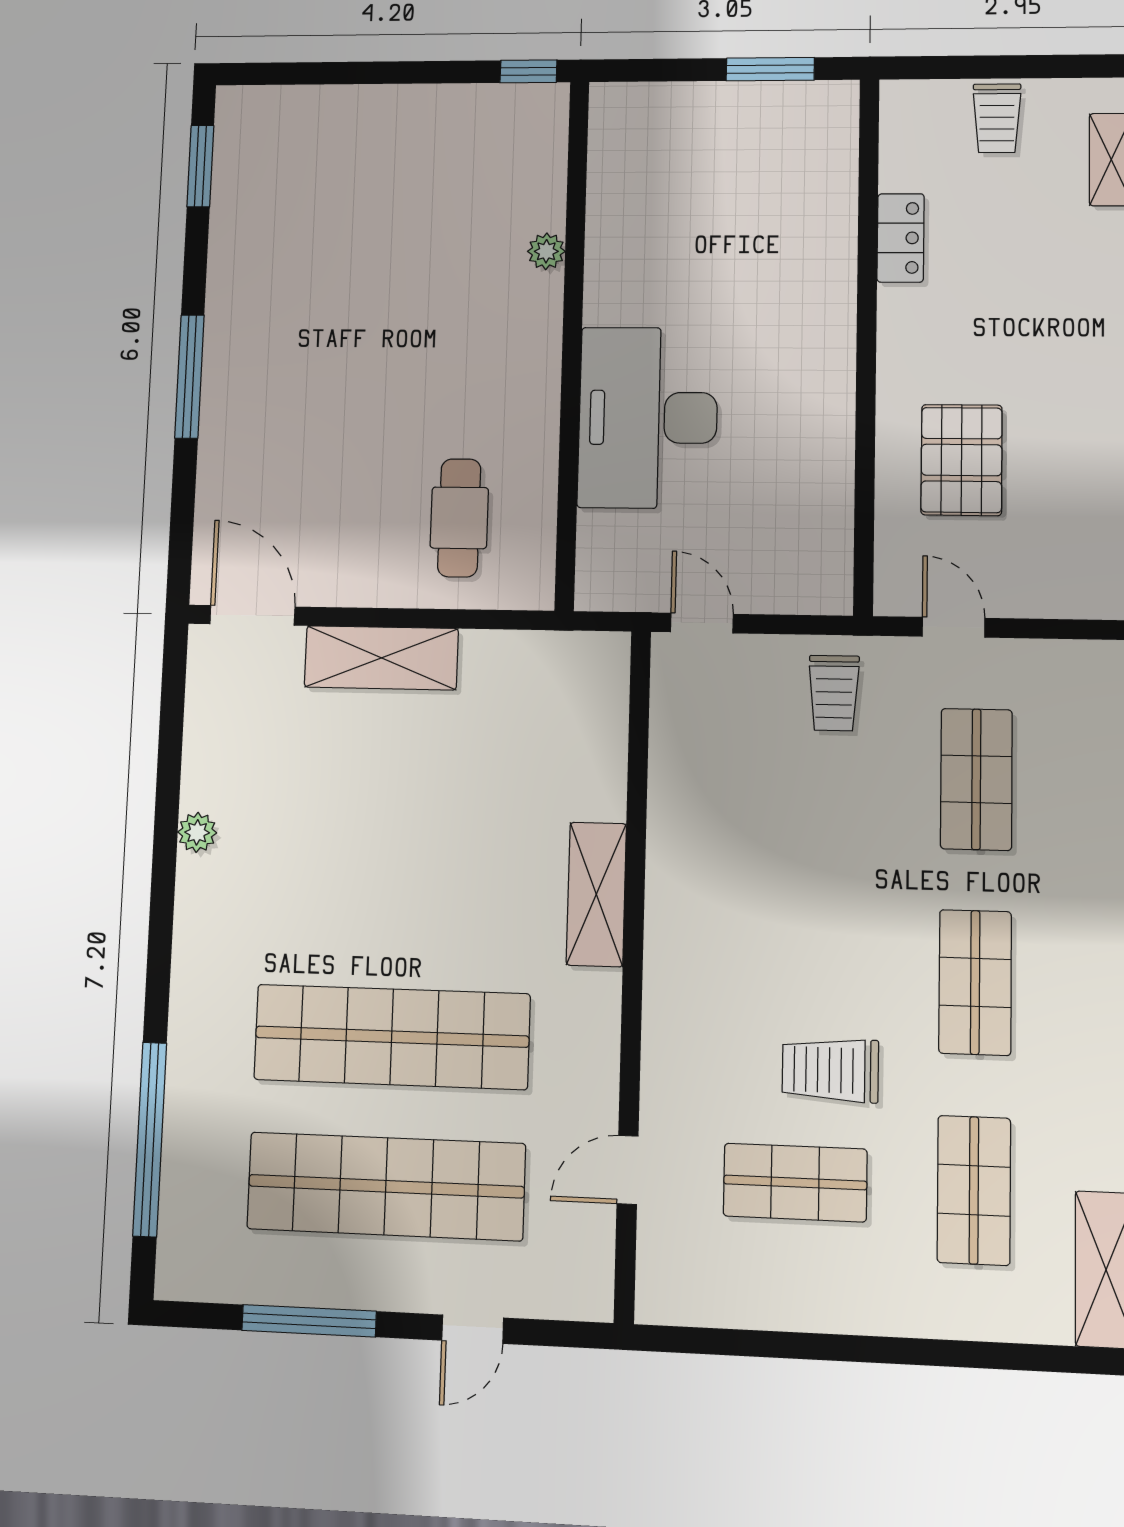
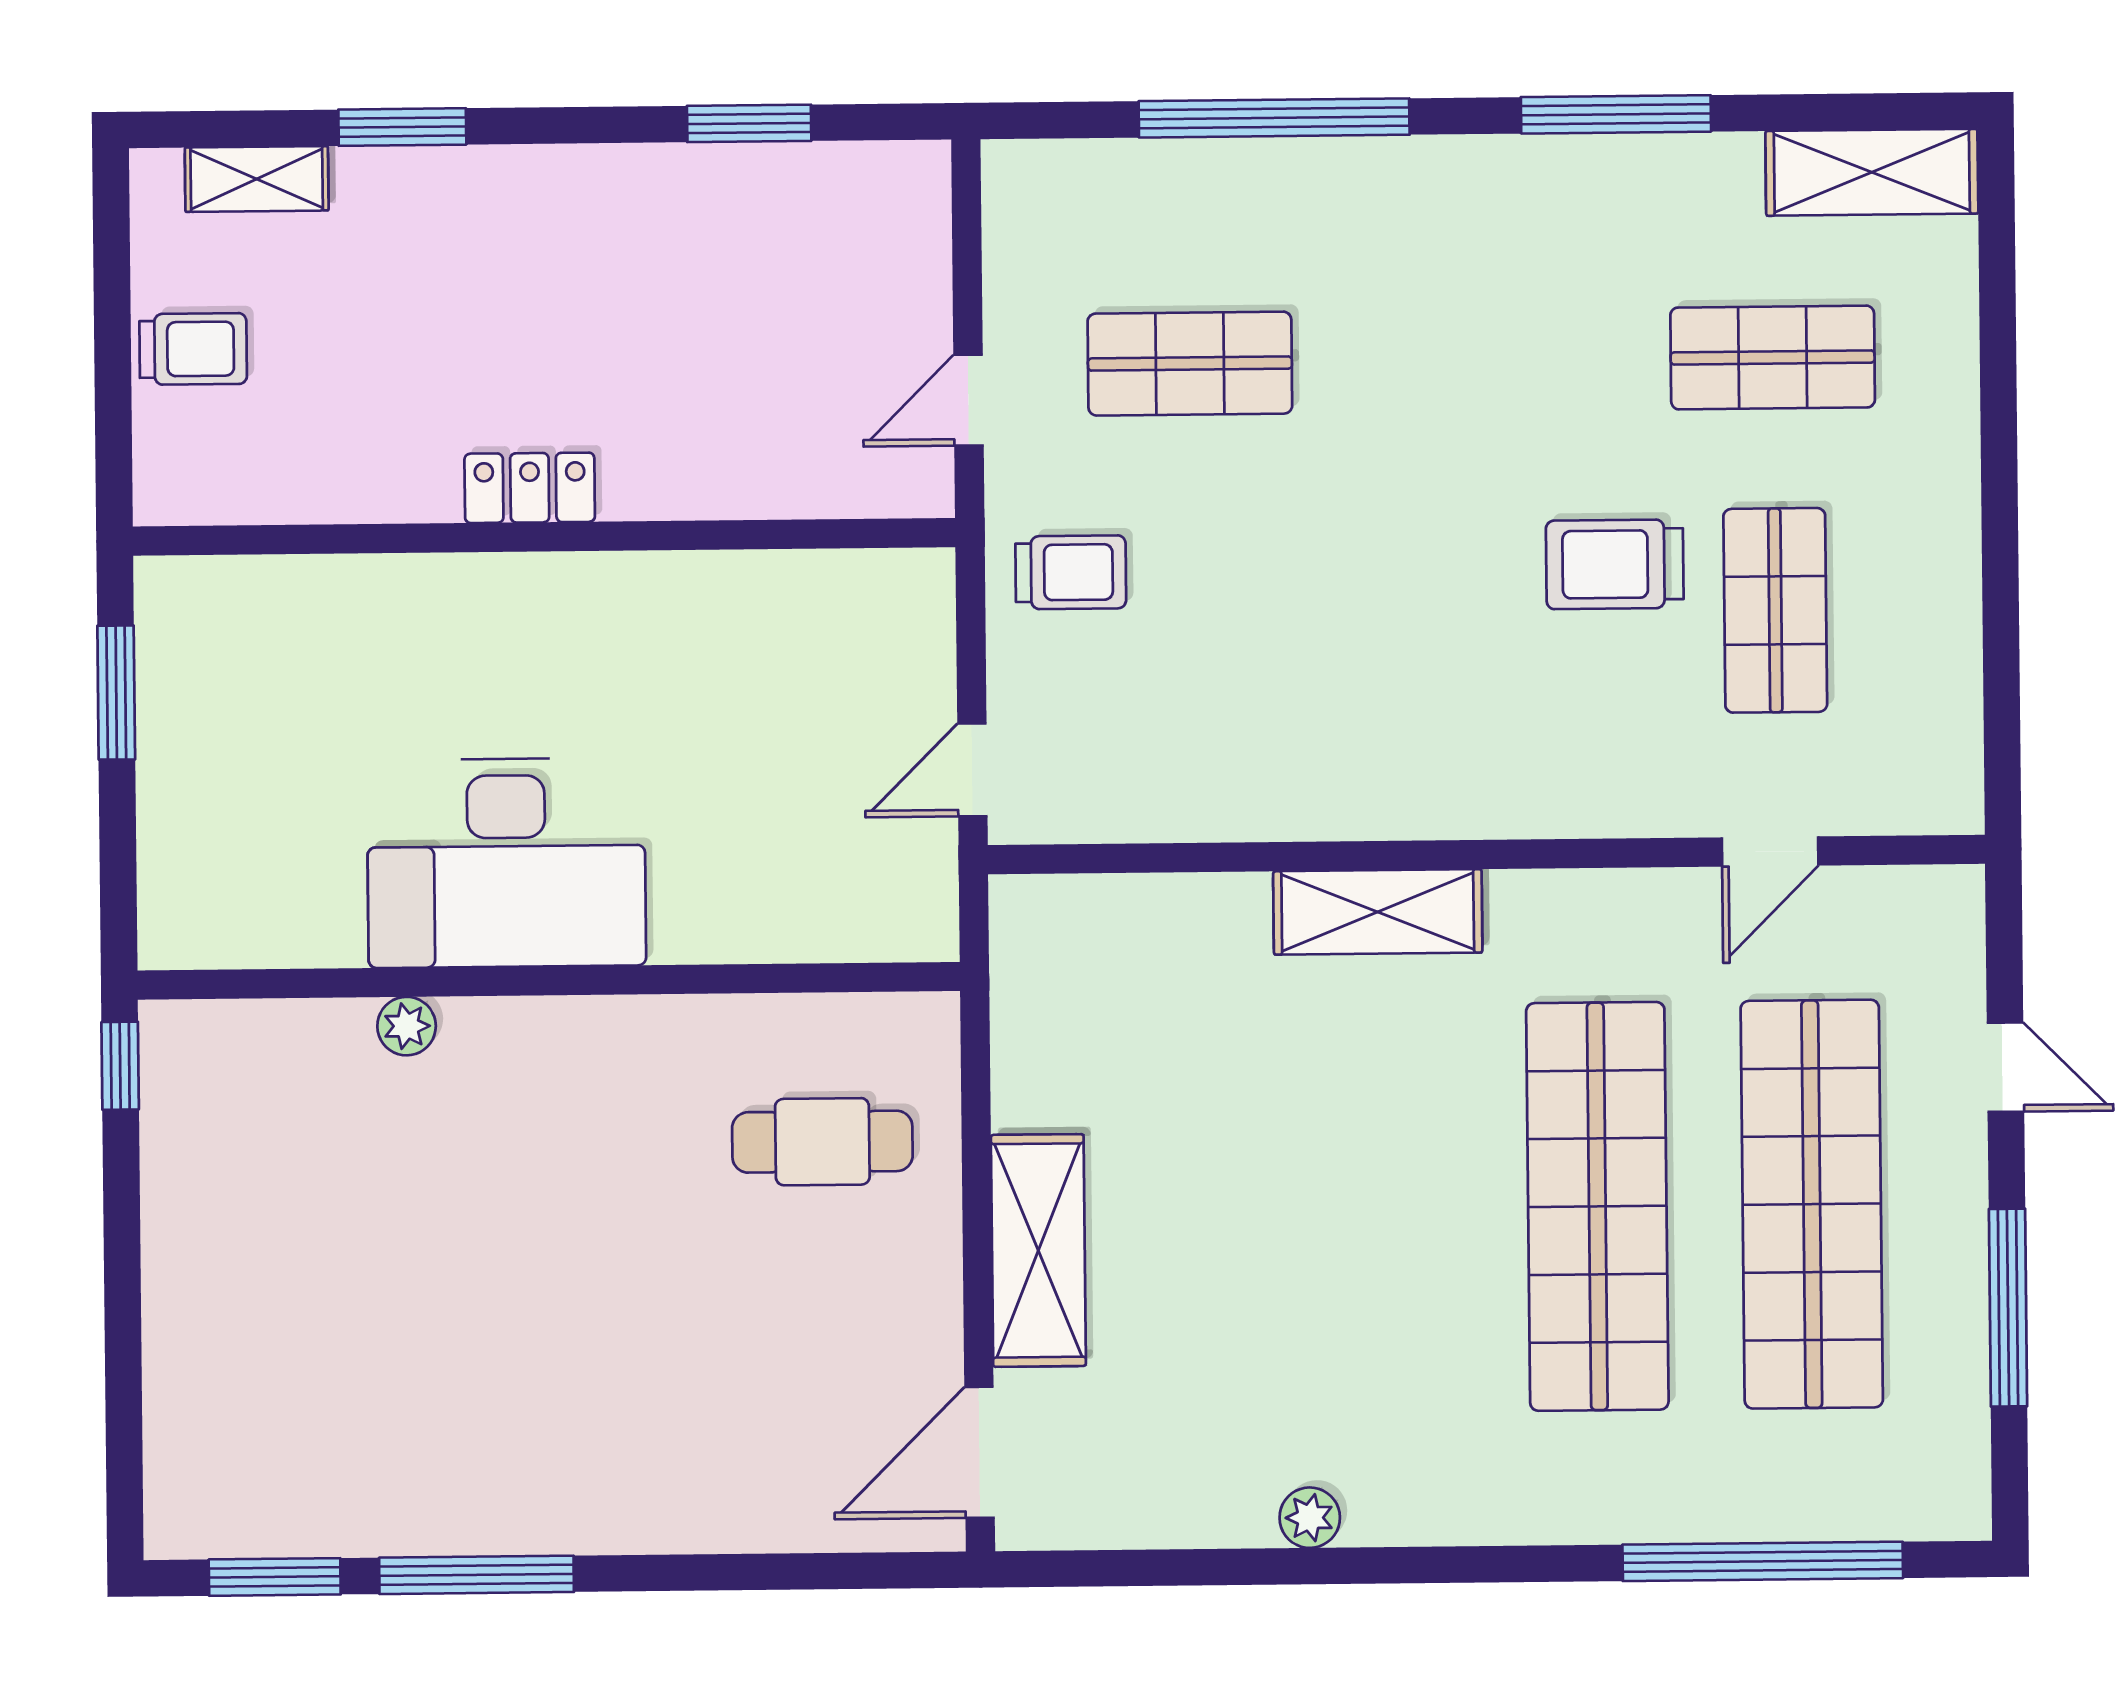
locker: (901, 238) -> (530, 488), moved
window: (189, 376) -> (477, 1575), moved
desk: (648, 418) -> (506, 863), moved
pallet: (961, 460) -> (719, 393), removed
shop shelf: (975, 982) -> (1481, 361), removed
trolley: (830, 1070) -> (1615, 564), turned 90
door: (628, 1170) -> (1770, 852), hinge flipped

